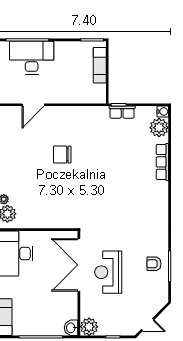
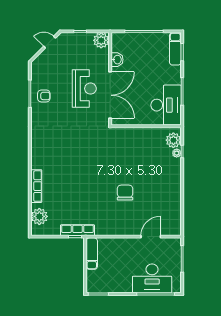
exam couch: (100, 65) -> (92, 254), moved
row of seats: (122, 112) -> (78, 230), width x1.48
water cooler: (163, 112) -> (36, 231), removed
chair: (62, 155) -> (125, 193), turned -90
washbasin: (71, 328) -> (117, 60), moved

